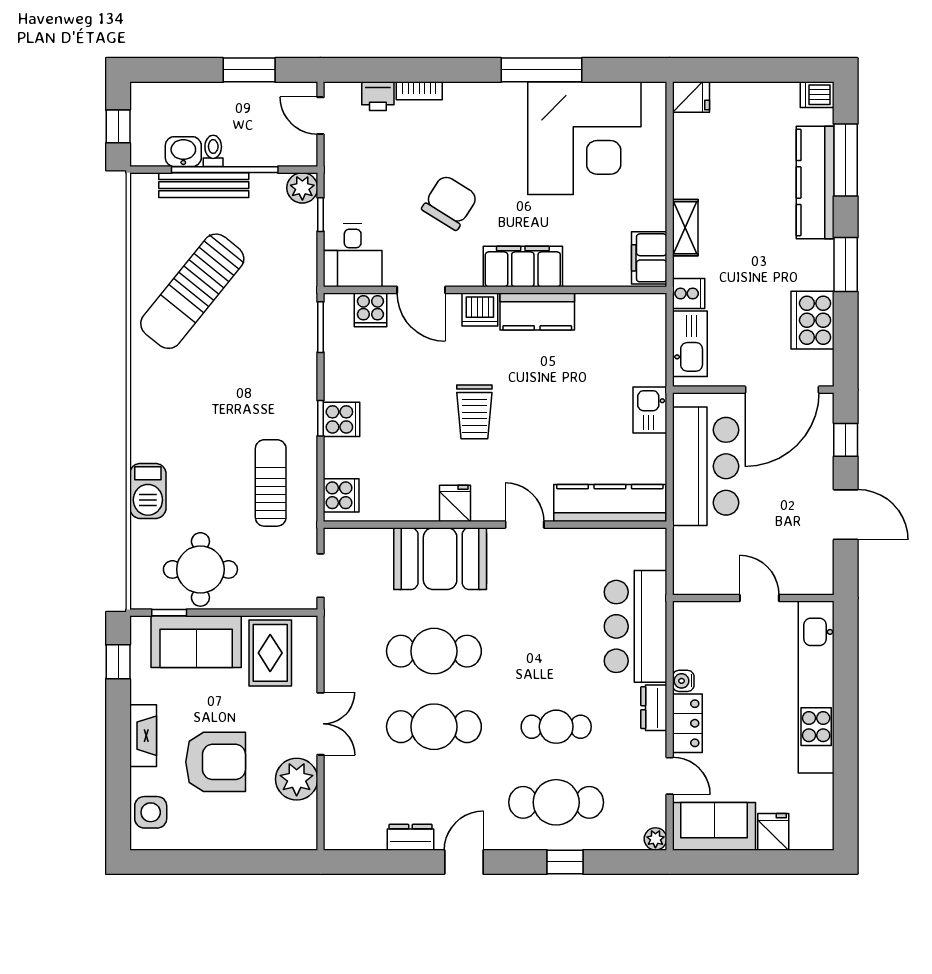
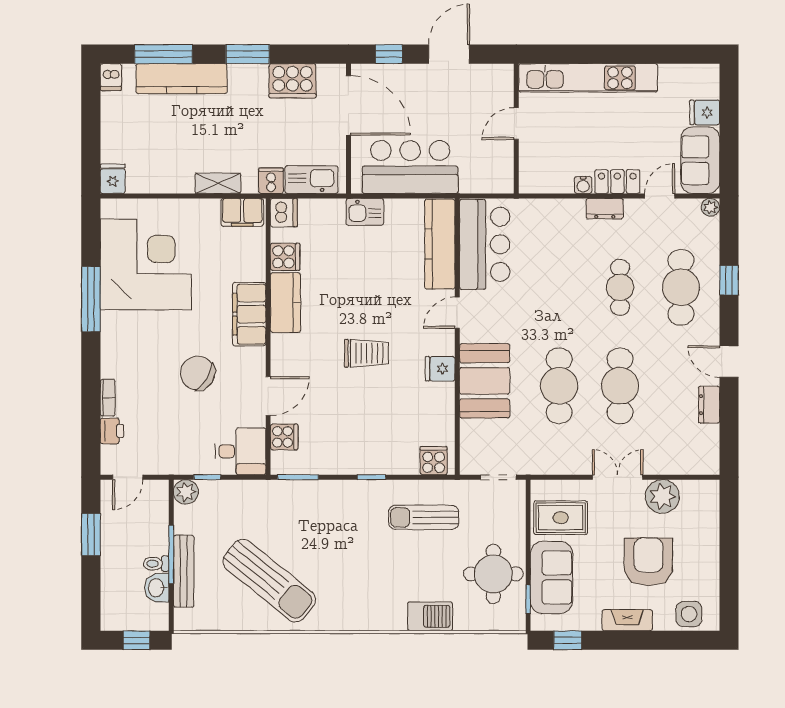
window: (225, 170) -> (171, 554), width x0.68
dishwasher: (480, 309) -> (284, 213), moved
cooker: (342, 419) -> (285, 257), moved, turned 90
bar counter: (636, 626) -> (485, 244), moved, turned -90

